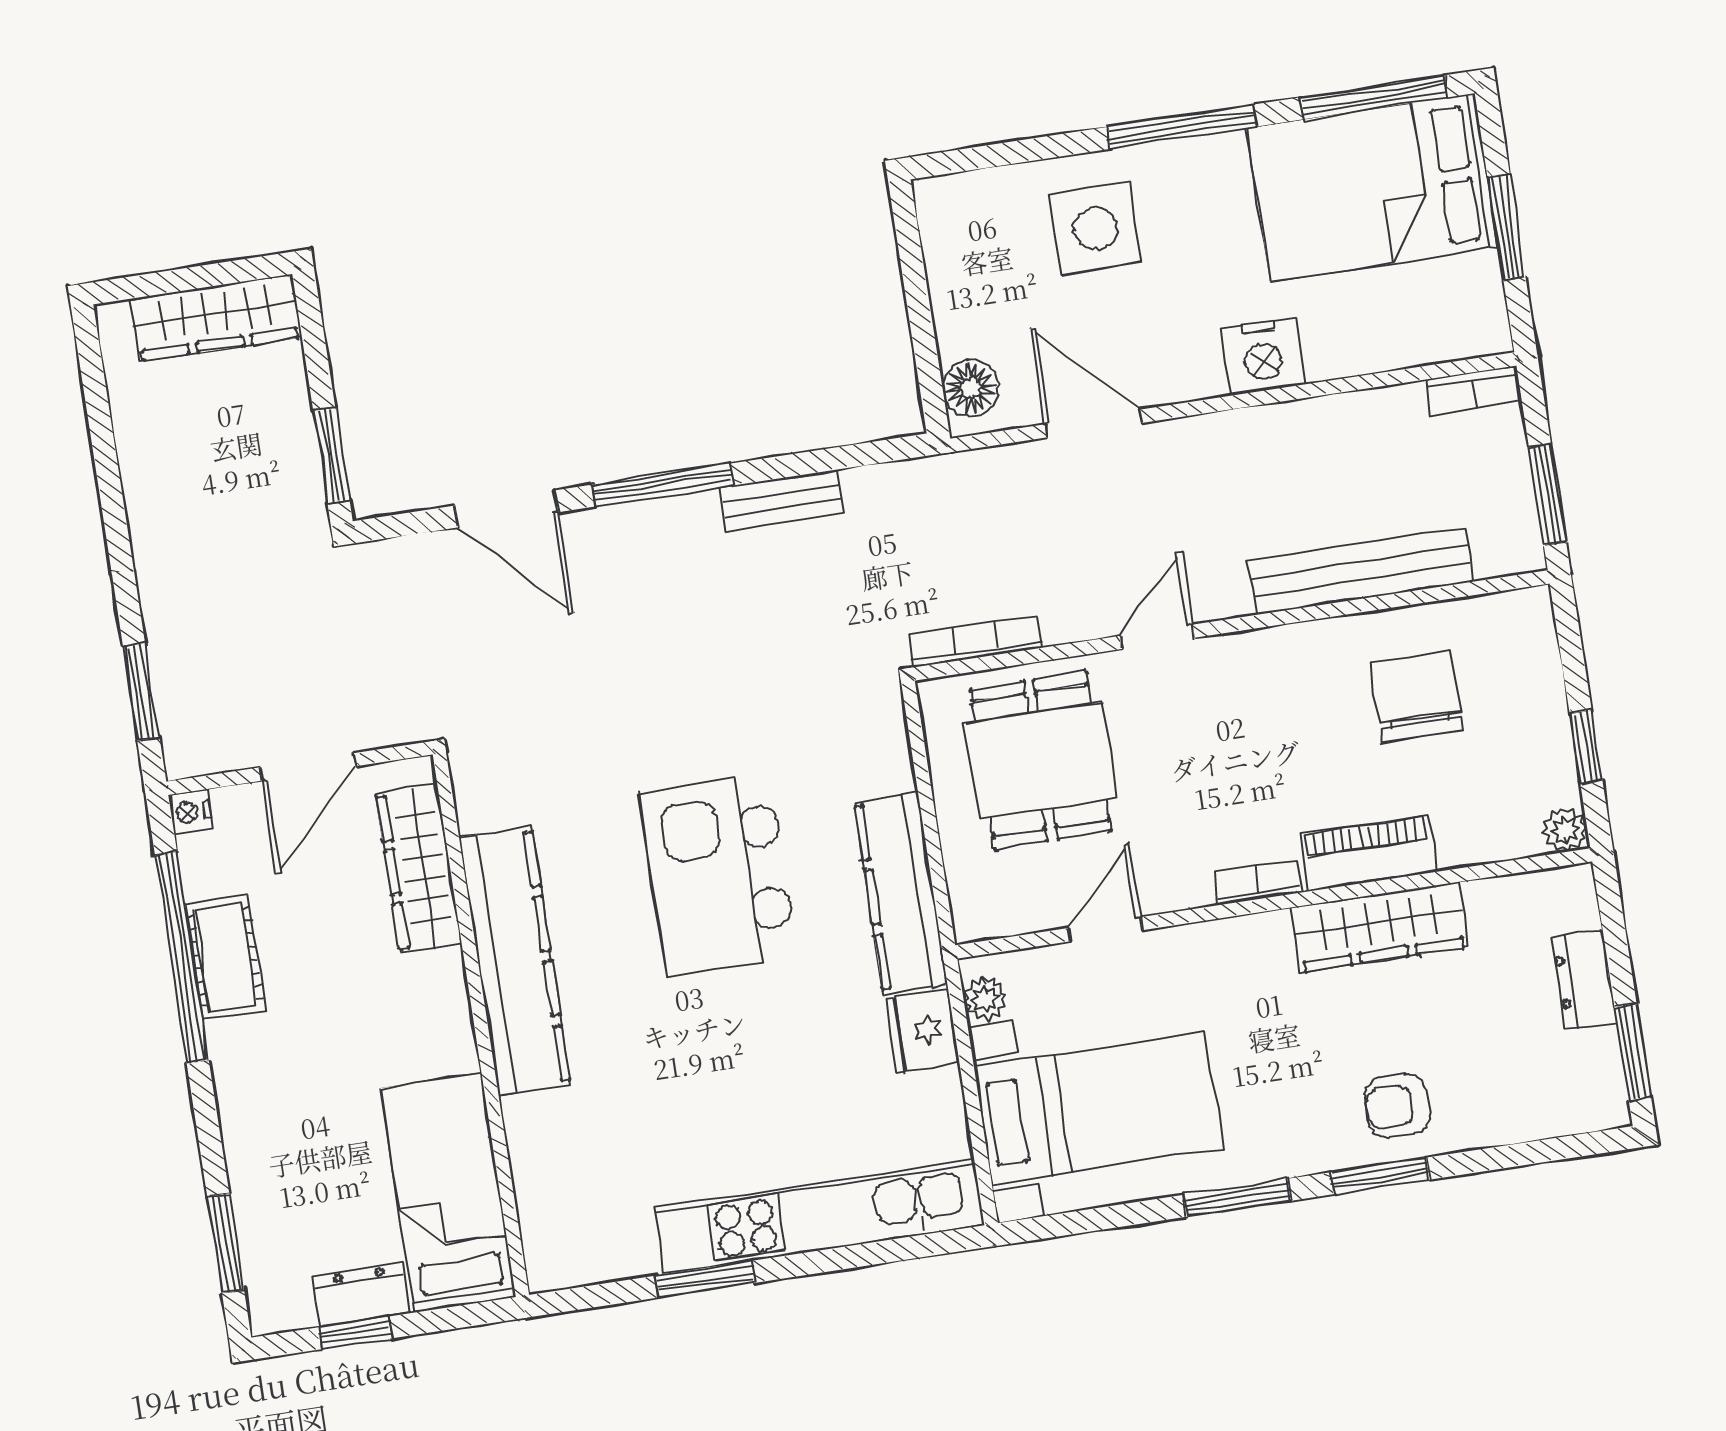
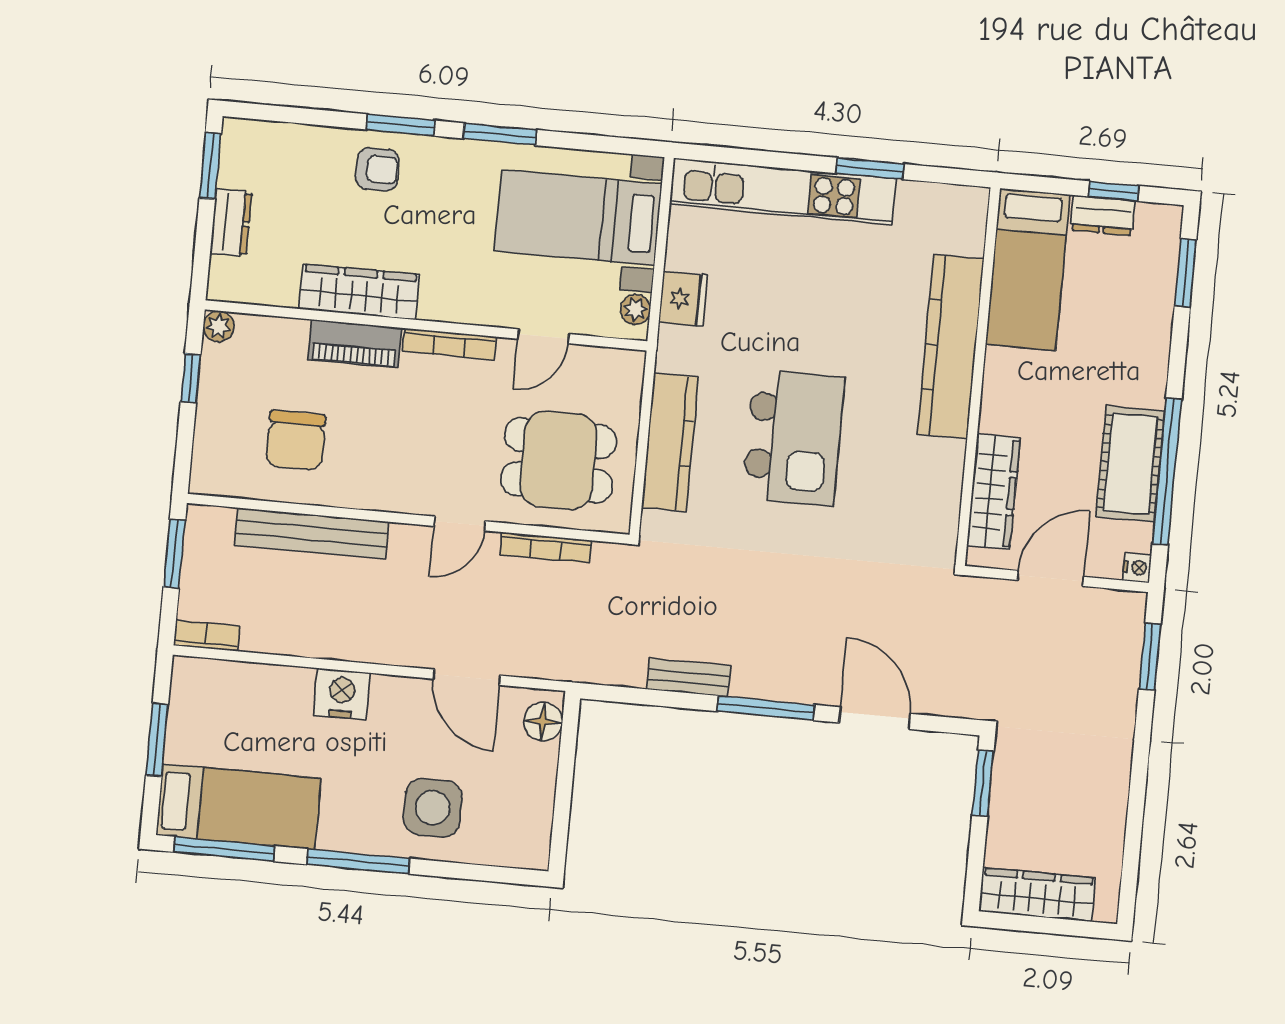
bed: (1373, 187) -> (238, 807), width x0.67
bookcase: (975, 641) -> (546, 548), moved
dining table: (1040, 760) -> (559, 460), turned 90
bookcase: (1258, 882) -> (449, 344), width x1.56
kitchen counter: (901, 893) -> (670, 442), moved
cot: (225, 957) -> (1130, 464), width x1.37, depth x1.34
kitchen counter: (515, 961) -> (951, 346), moved

